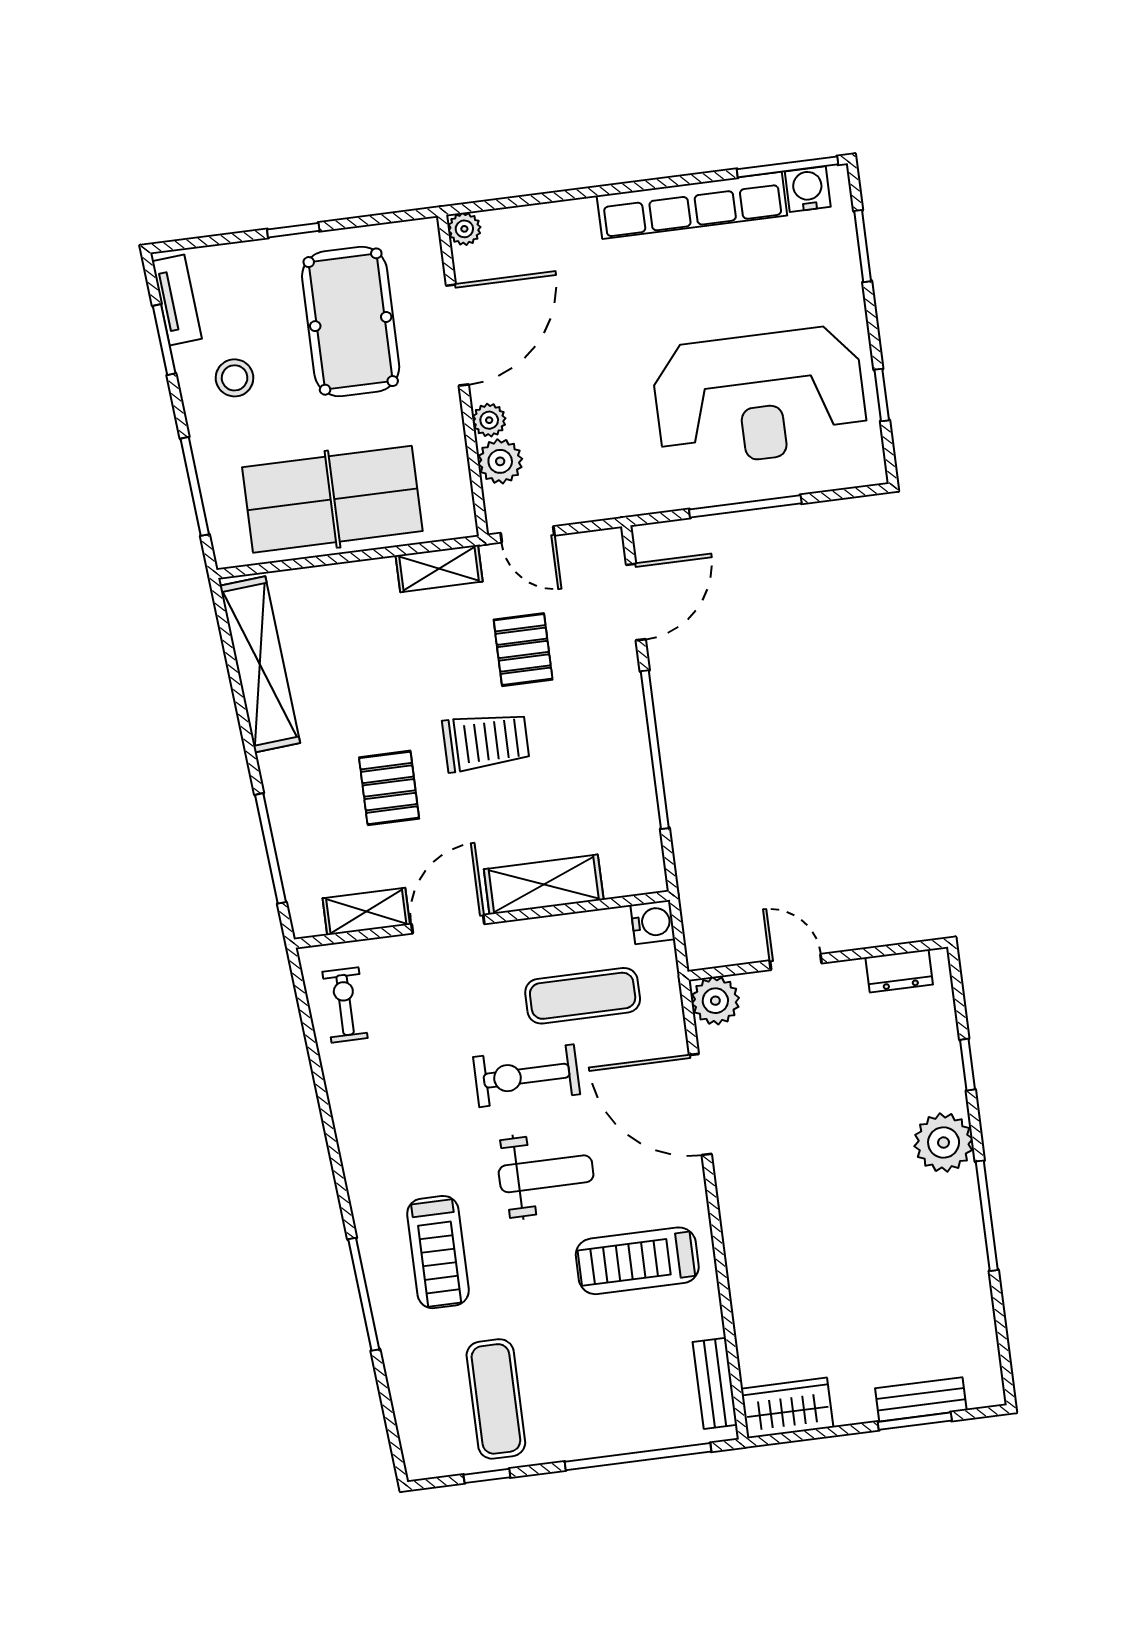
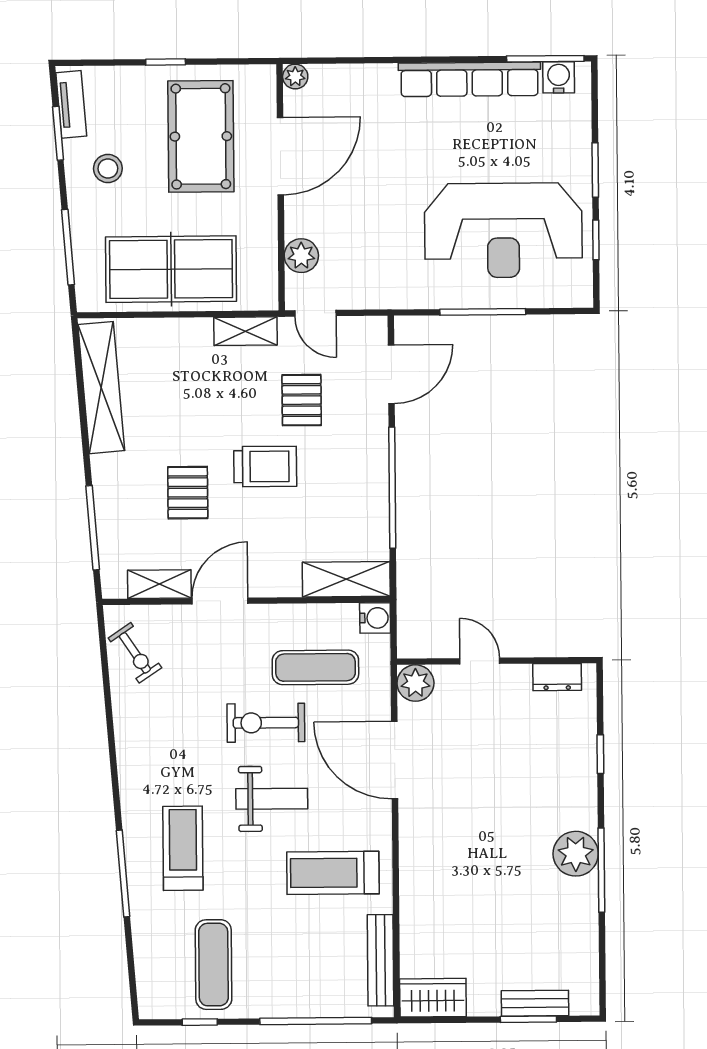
window: (863, 246) -> (595, 170), moved
plant: (489, 420) -> (297, 223), removed
shelving: (544, 884) -> (346, 579), moved
exercise bike: (345, 1005) -> (135, 653), turned 146
plant: (944, 1143) -> (576, 854), moved
treadmill: (438, 1252) -> (183, 848), turned 180
bench: (715, 1383) -> (381, 960), width x1.36

